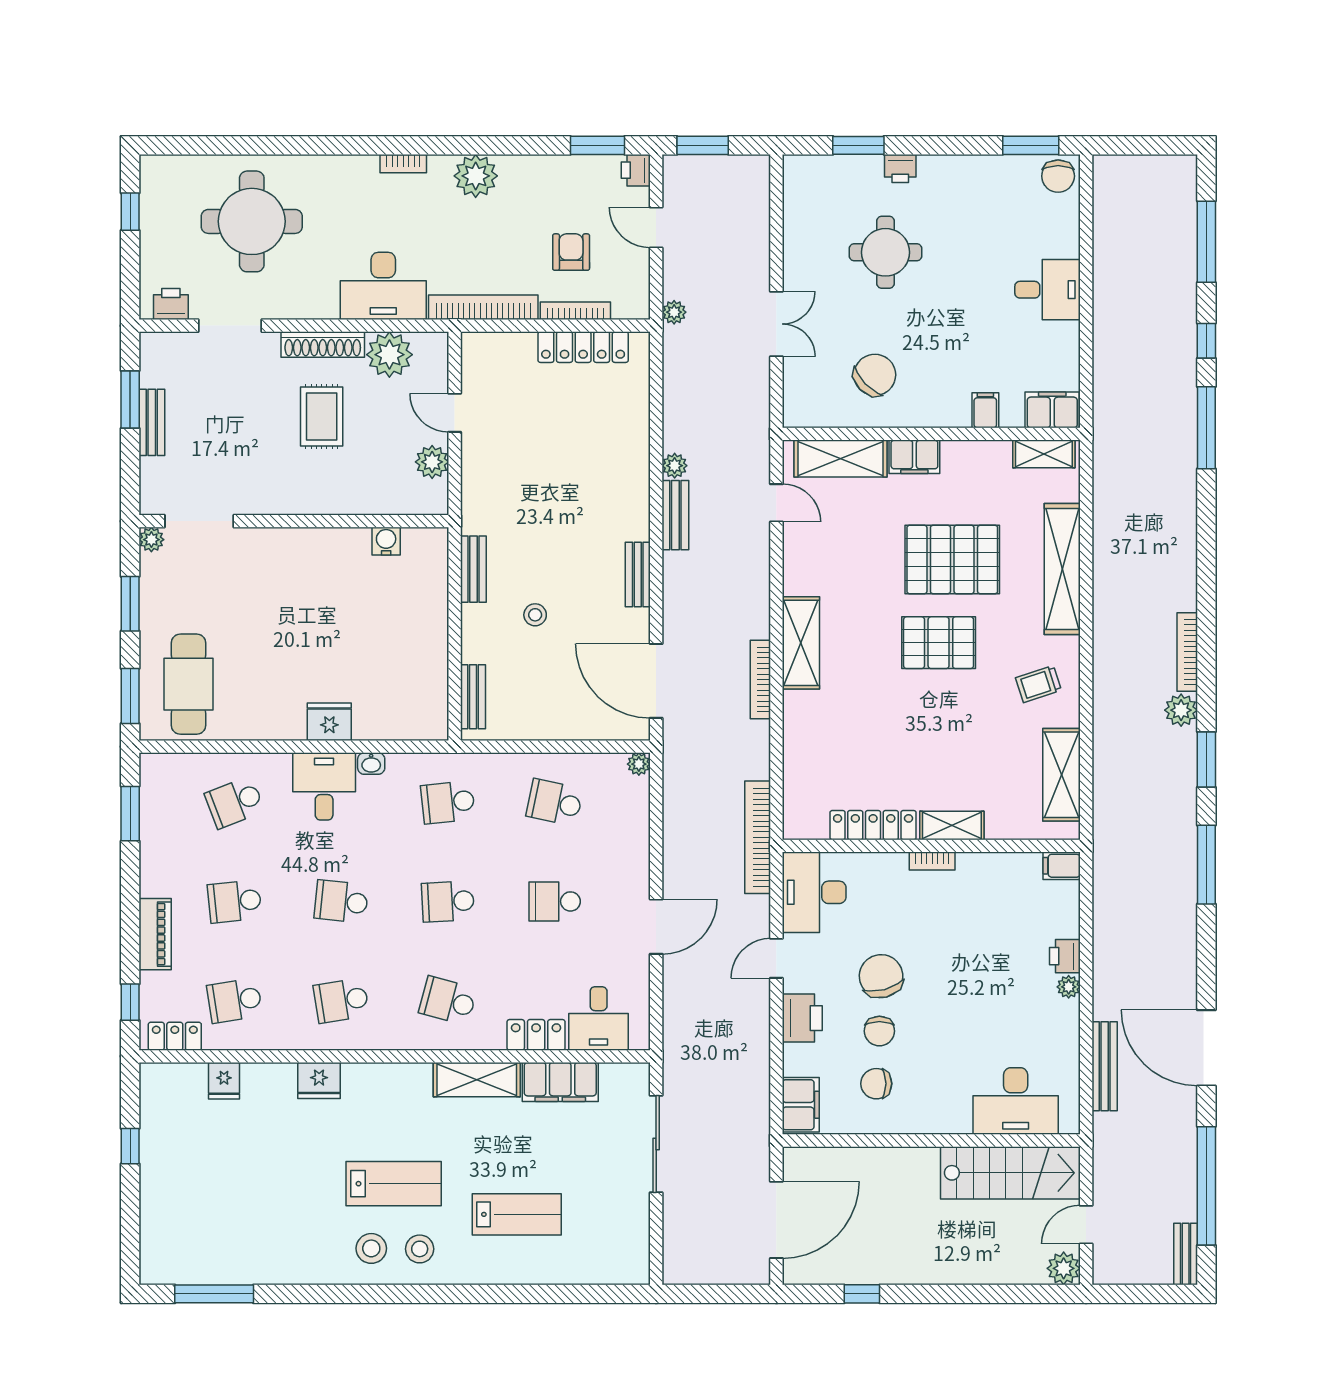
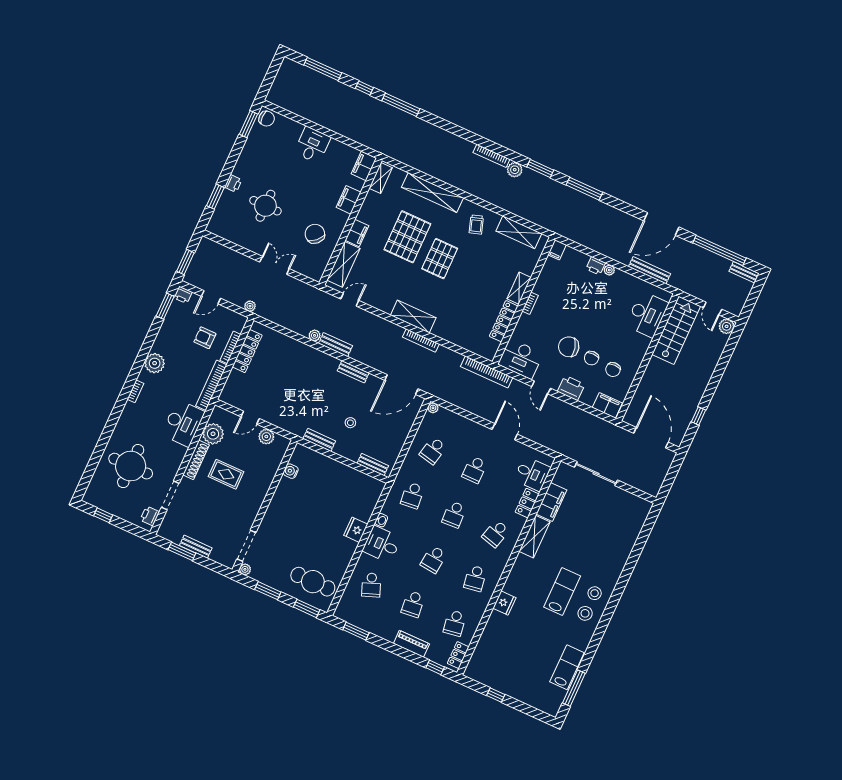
filing cabinet: (985, 410) -> (349, 200), width x2.00
chair: (879, 1031) -> (591, 358), turned 90
fridge: (224, 1081) -> (486, 643), removed
lab bench: (517, 1214) -> (567, 667), moved

